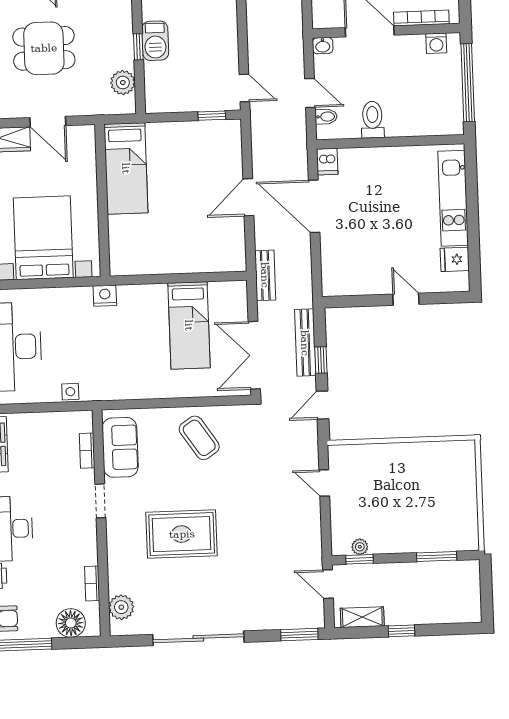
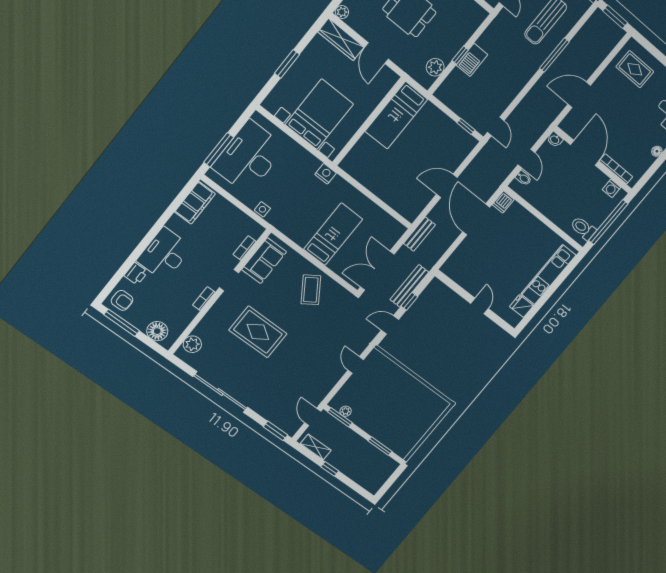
toilet: (372, 120) -> (583, 228), moved, turned -90
bed: (189, 325) -> (333, 234), moved, turned 180
window: (360, 559) -> (340, 417), width x1.50
bookcase: (92, 583) -> (204, 299), moved

